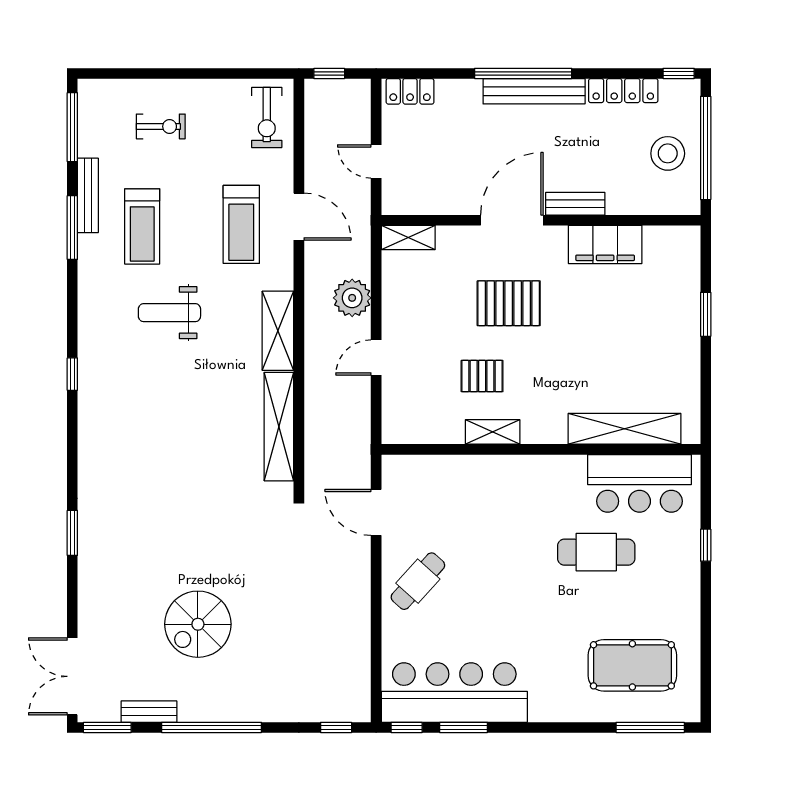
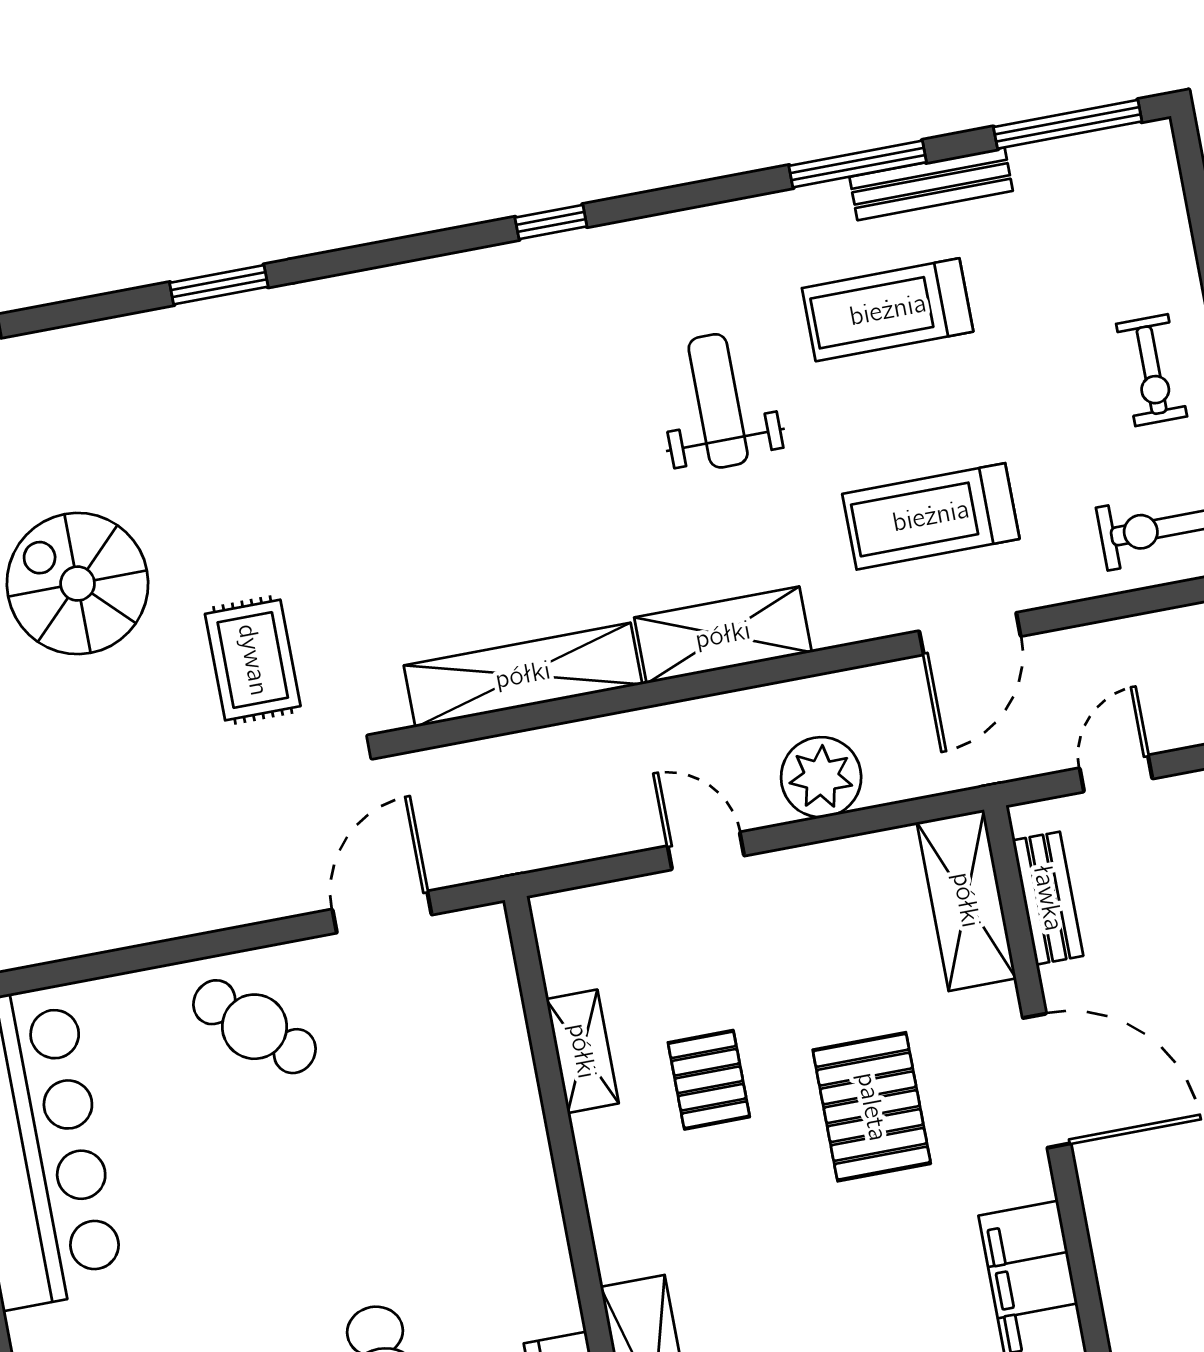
exercise bike: (161, 126) -> (1152, 370), moved
bench: (575, 204) -> (1048, 898), moved
shelving: (408, 237) -> (966, 900), width x1.50, depth x1.33
shelving: (493, 432) -> (582, 1051), moved
rug: (248, 550) -> (253, 660), added

